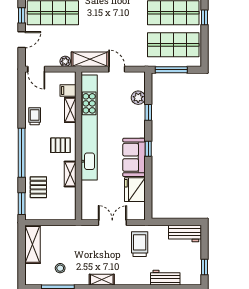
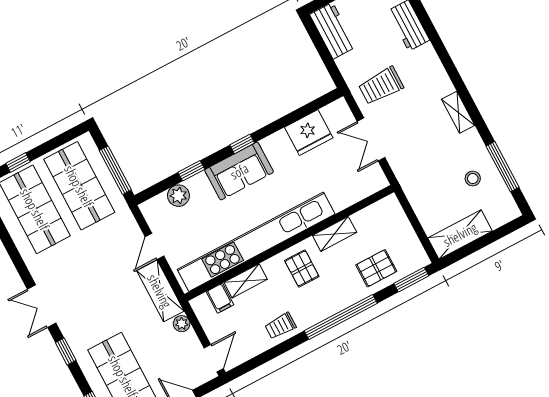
sofa: (134, 157) -> (239, 171), moved

